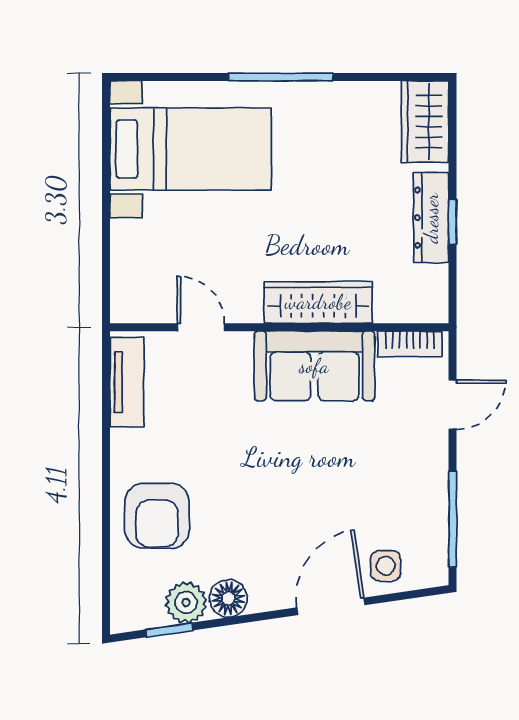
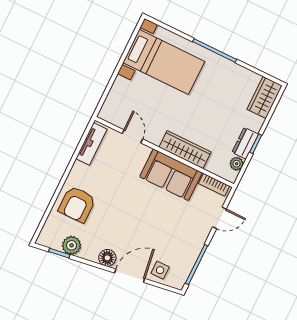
dresser: (431, 218) -> (245, 143), width x0.70
plant: (434, 280) -> (237, 164), added
floor lamp: (229, 598) -> (107, 258), moved

